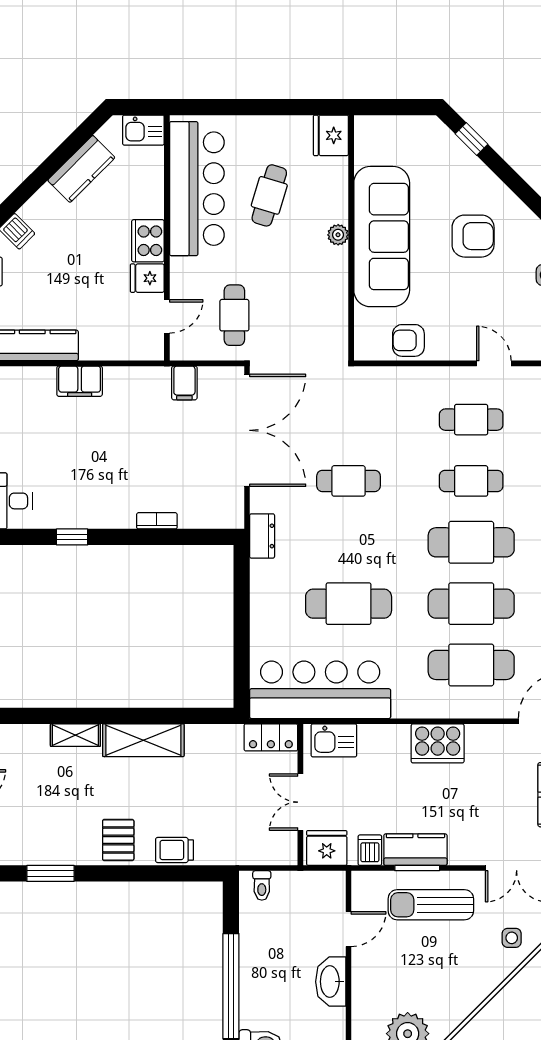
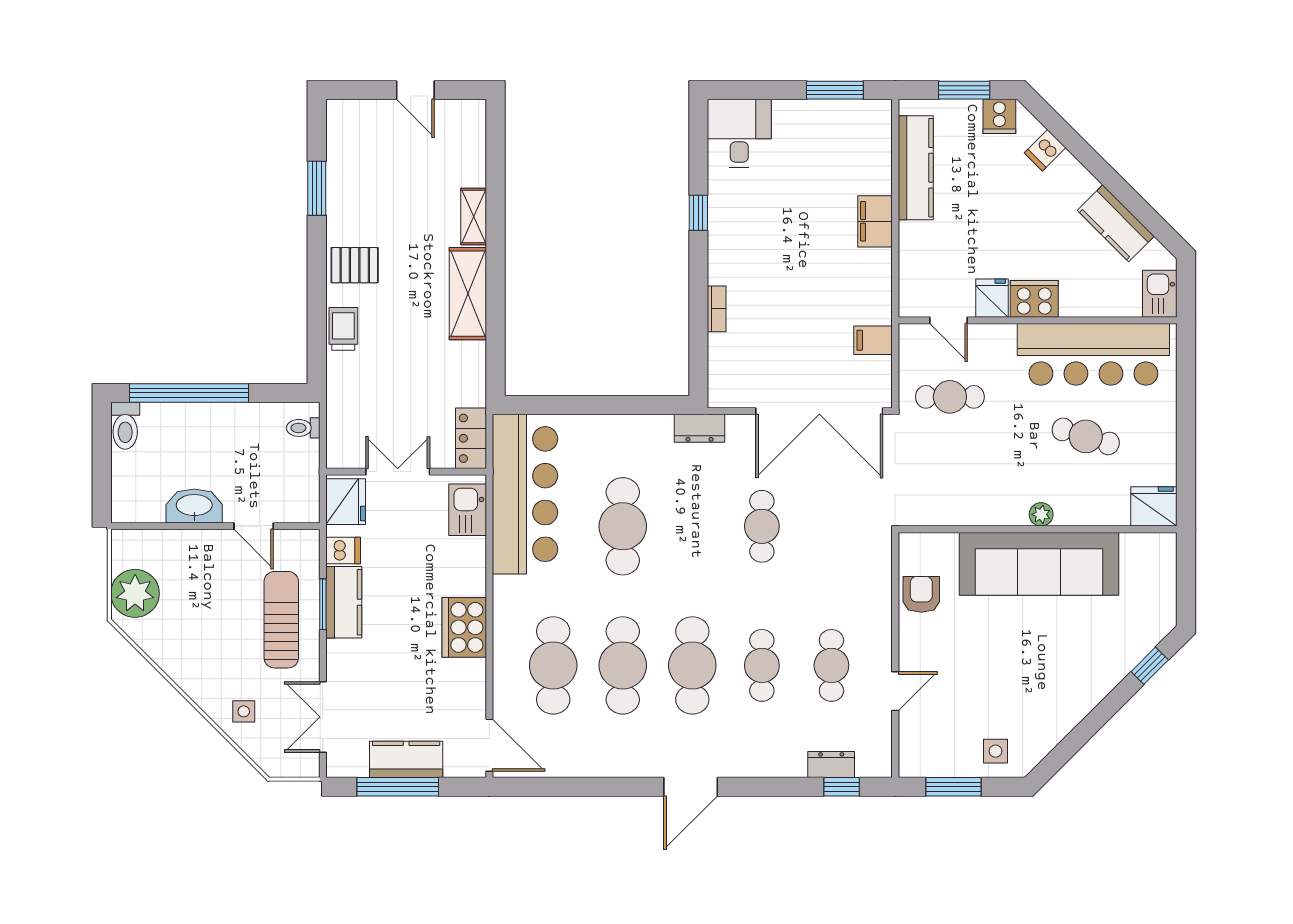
armchair: (473, 236) -> (1040, 668), removed

